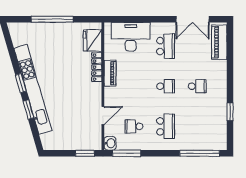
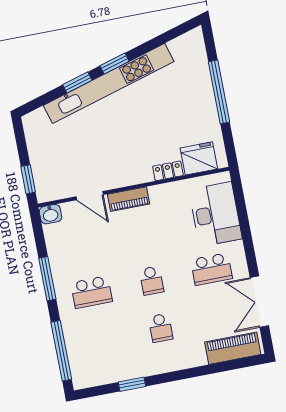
locker: (97, 67) -> (168, 171), width x0.66
piano: (110, 73) -> (128, 199), moved
school desk: (134, 126) -> (82, 245), removed
window: (127, 153) -> (47, 279), moved

